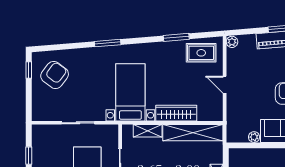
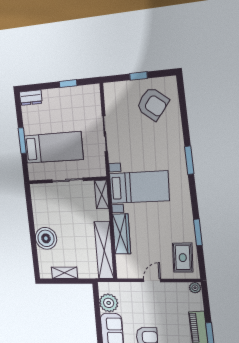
window: (29, 70) -> (139, 76), moved
shelving: (148, 131) -> (102, 195), moved
plant: (254, 137) -> (109, 303), width x1.87, depth x1.87

